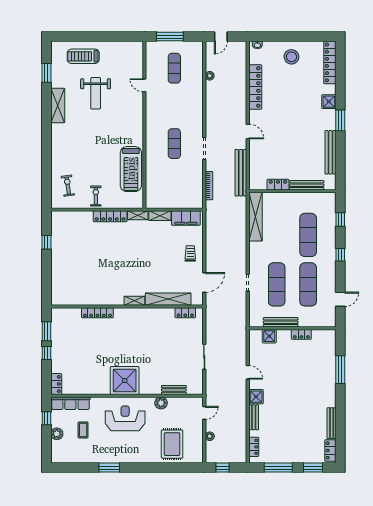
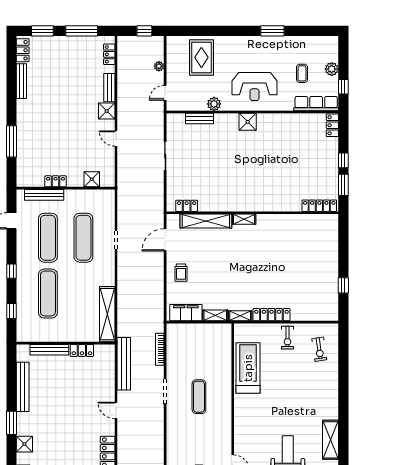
locker: (97, 313) -> (319, 206), moved
bench: (281, 322) -> (44, 195), moved
shower: (125, 380) -> (248, 122), width x0.54, depth x0.54

